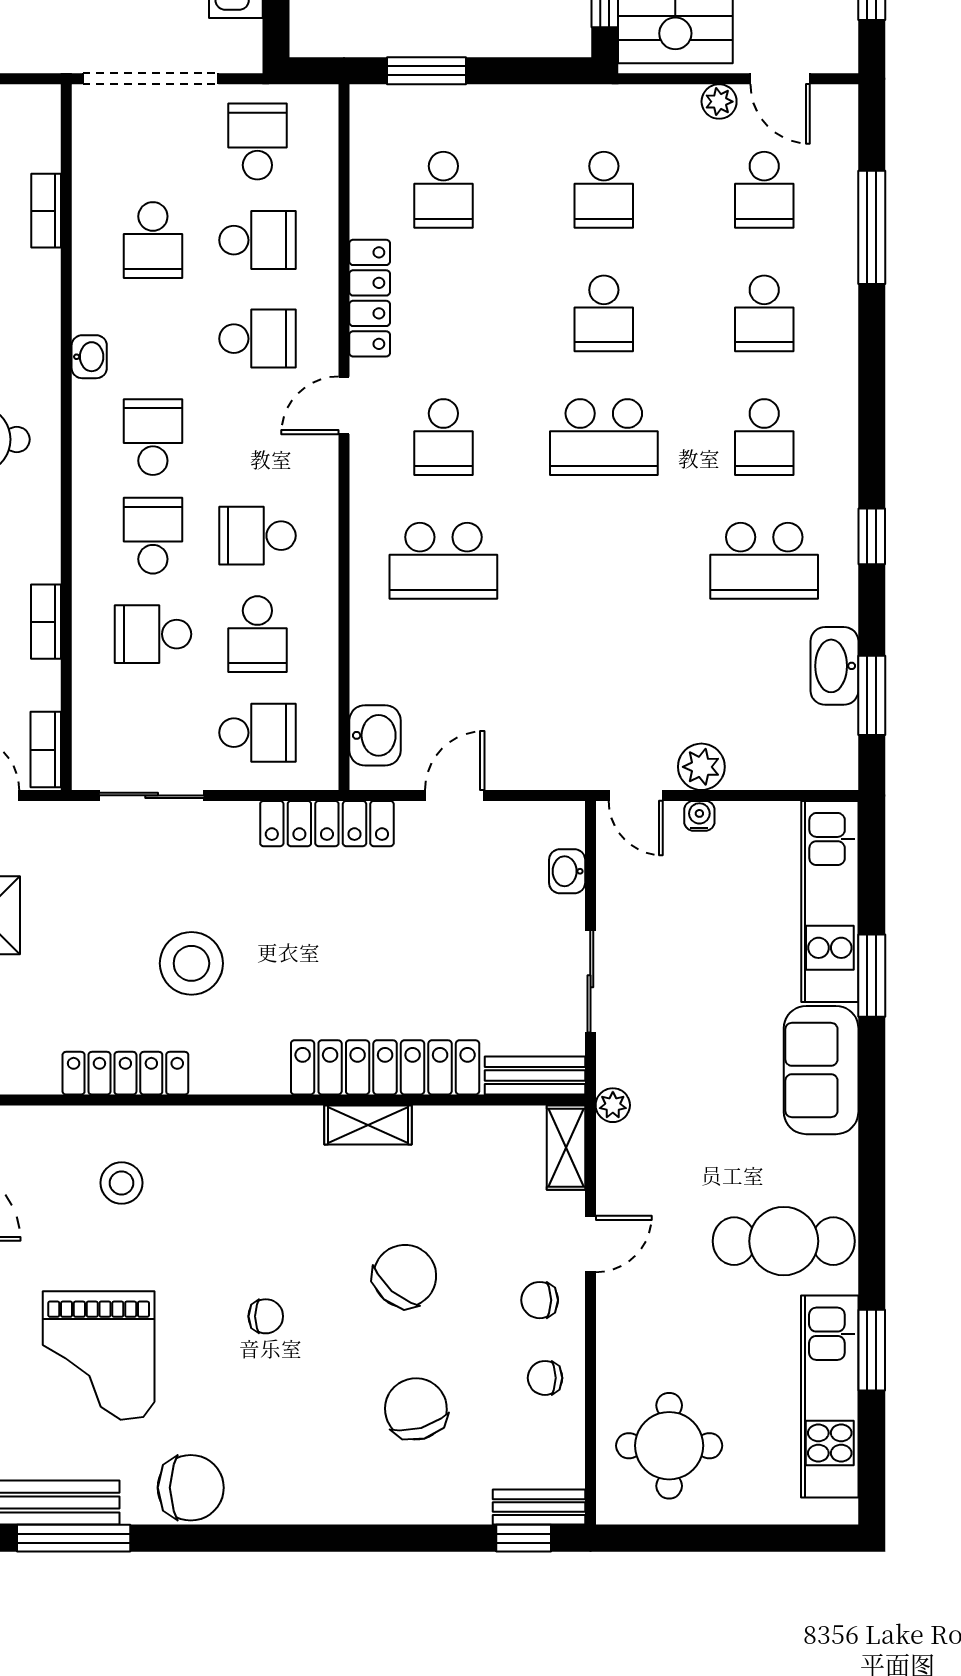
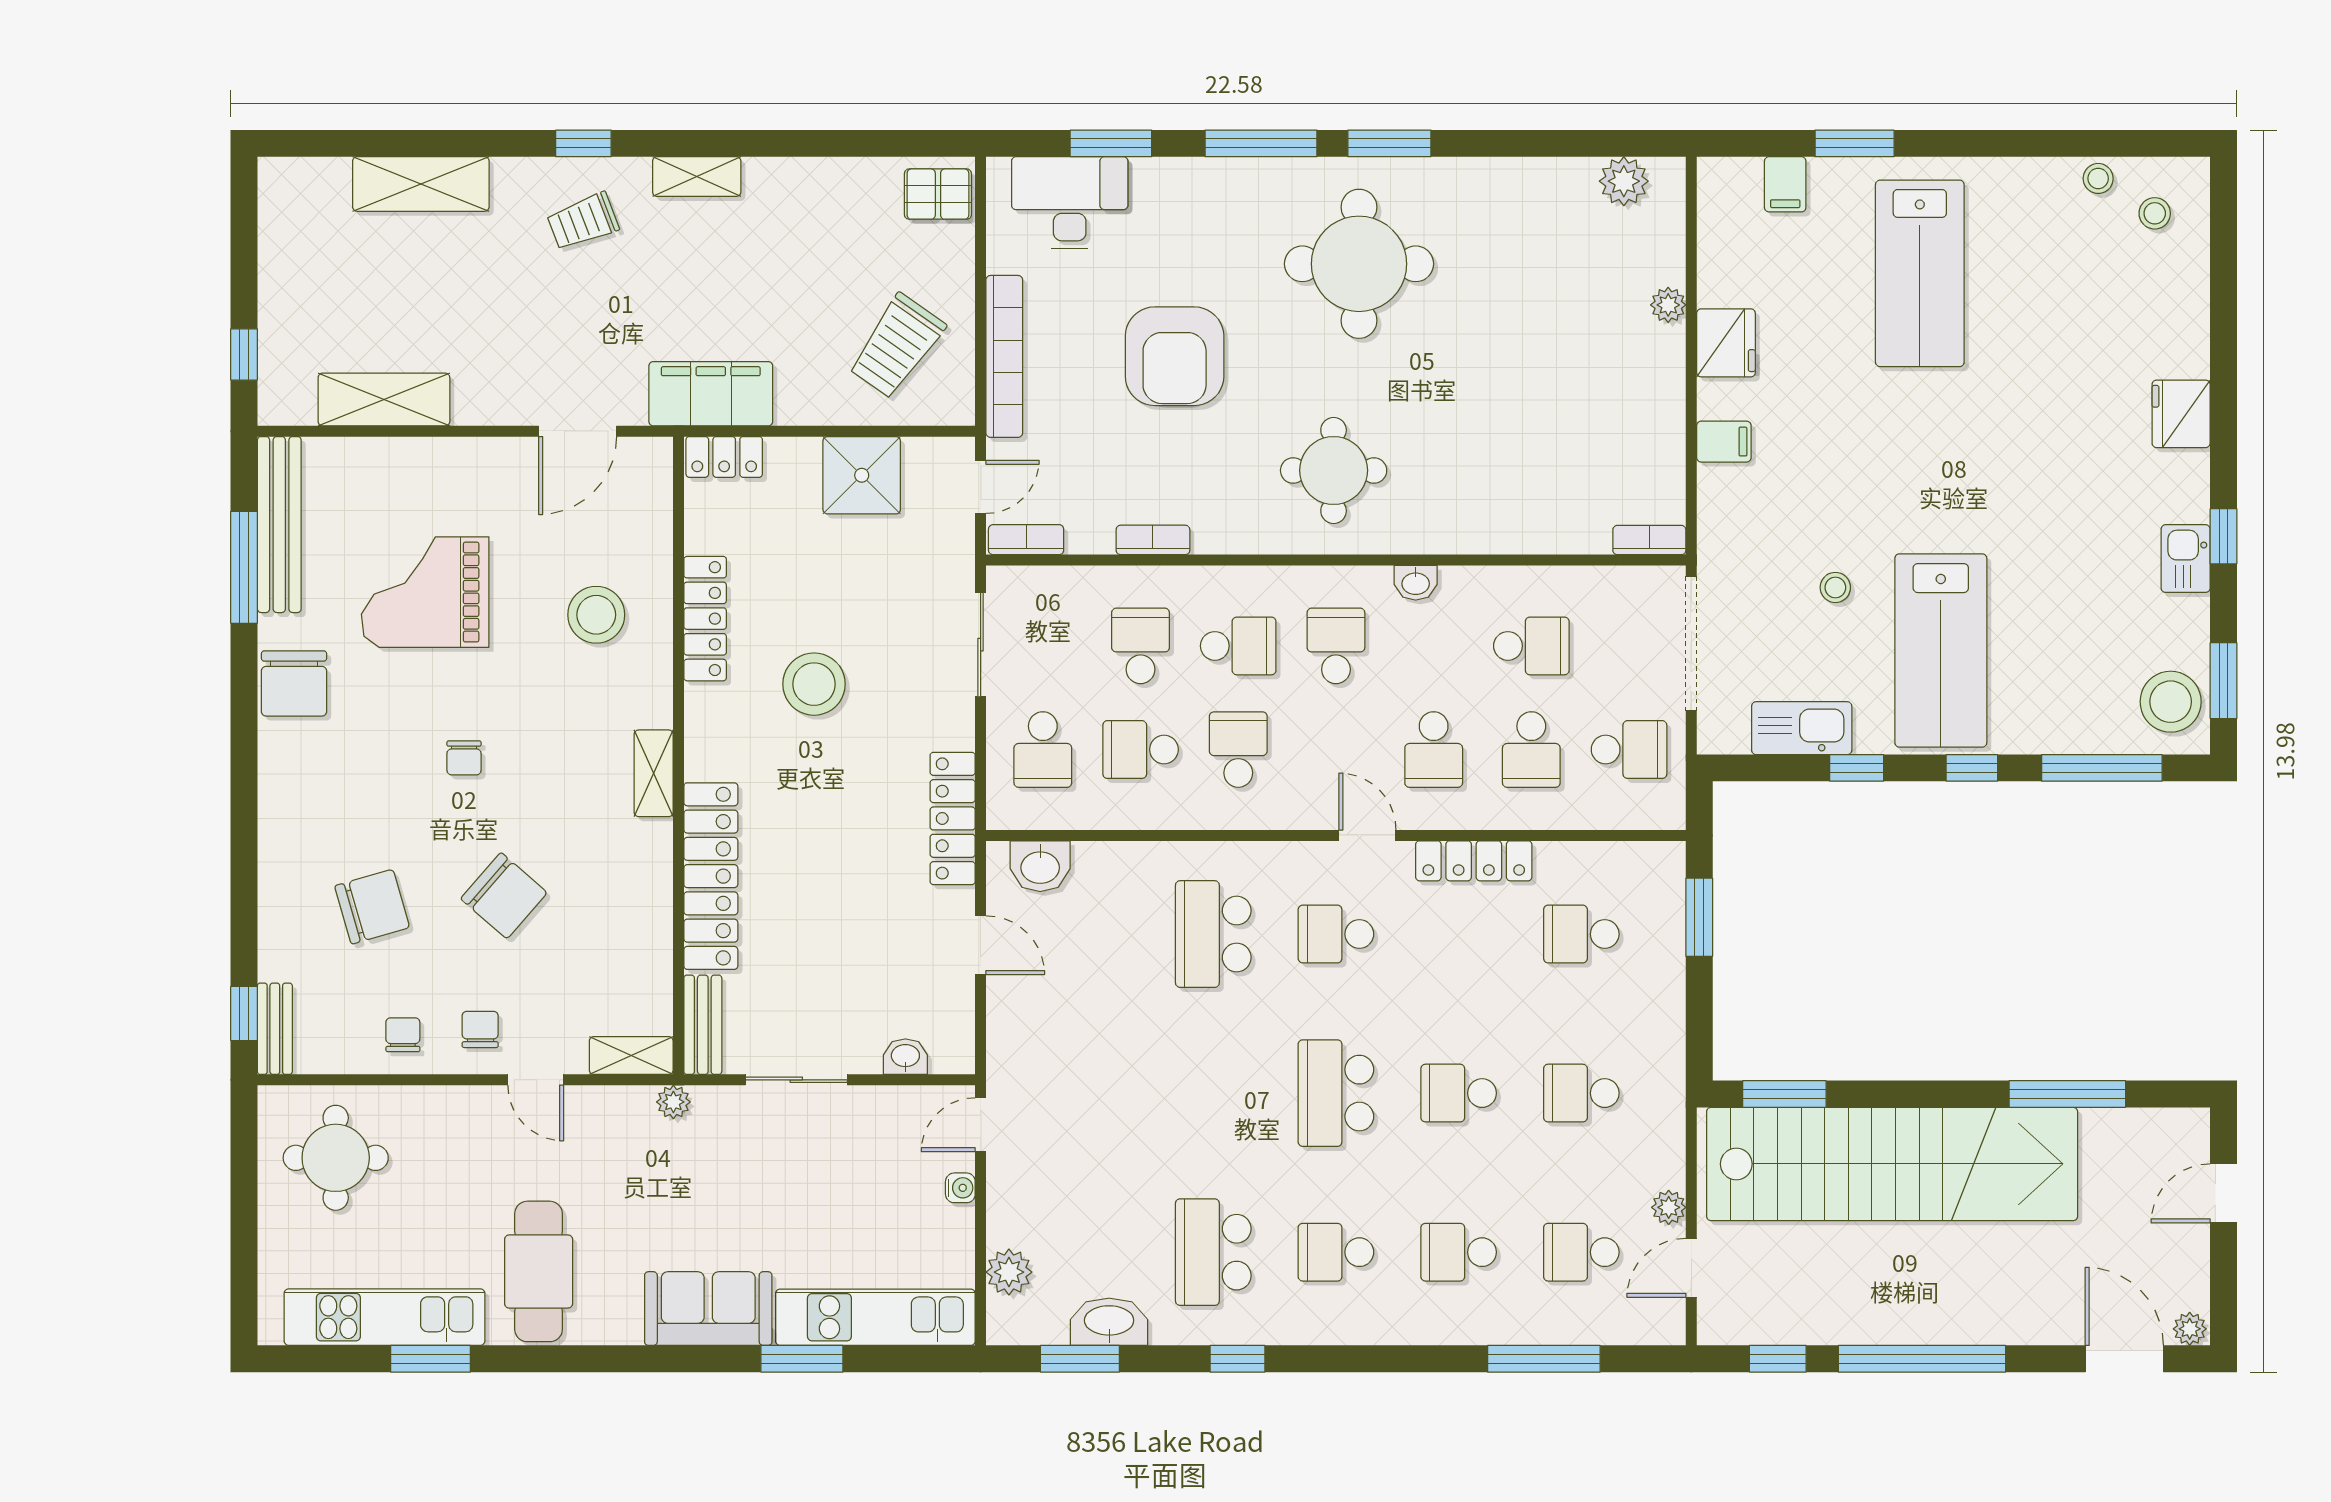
bookcase: (46, 211) -> (1649, 540), moved
school desk: (153, 240) -> (1531, 646), turned 180
school desk: (153, 437) -> (1336, 646), turned -90
plant: (701, 767) -> (1009, 1272), moved
shelving: (368, 1125) -> (654, 773), moved
stool: (122, 1183) -> (596, 615), width x1.38, depth x1.38

